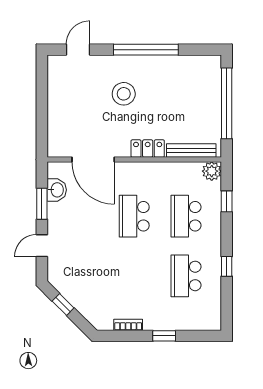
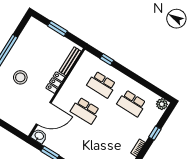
window: (227, 103) -> (57, 29), width x0.47
plant: (212, 171) -> (162, 104), moved
washbasin: (57, 190) -> (39, 136), moved
window: (227, 266) -> (140, 80), removed

